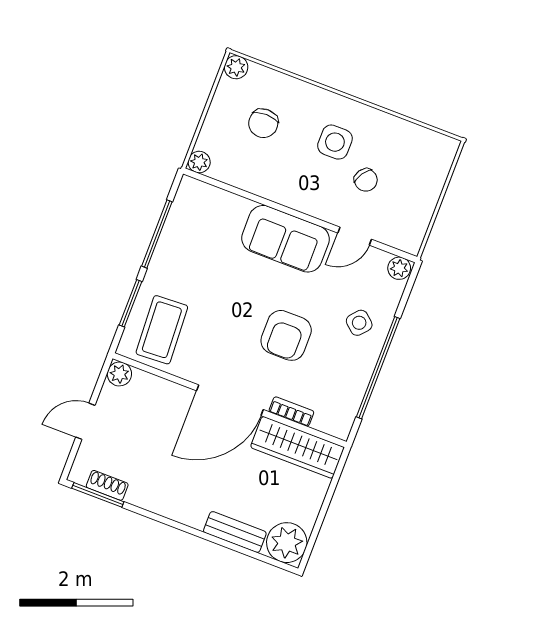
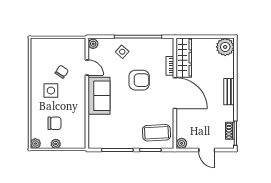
plant: (199, 162) -> (56, 144), moved
bench: (235, 532) -> (229, 92), moved

